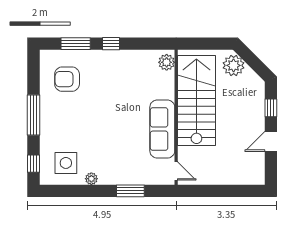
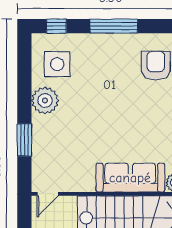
sofa: (162, 129) -> (130, 178), moved
plant: (91, 179) -> (45, 101), width x1.87, depth x1.87

